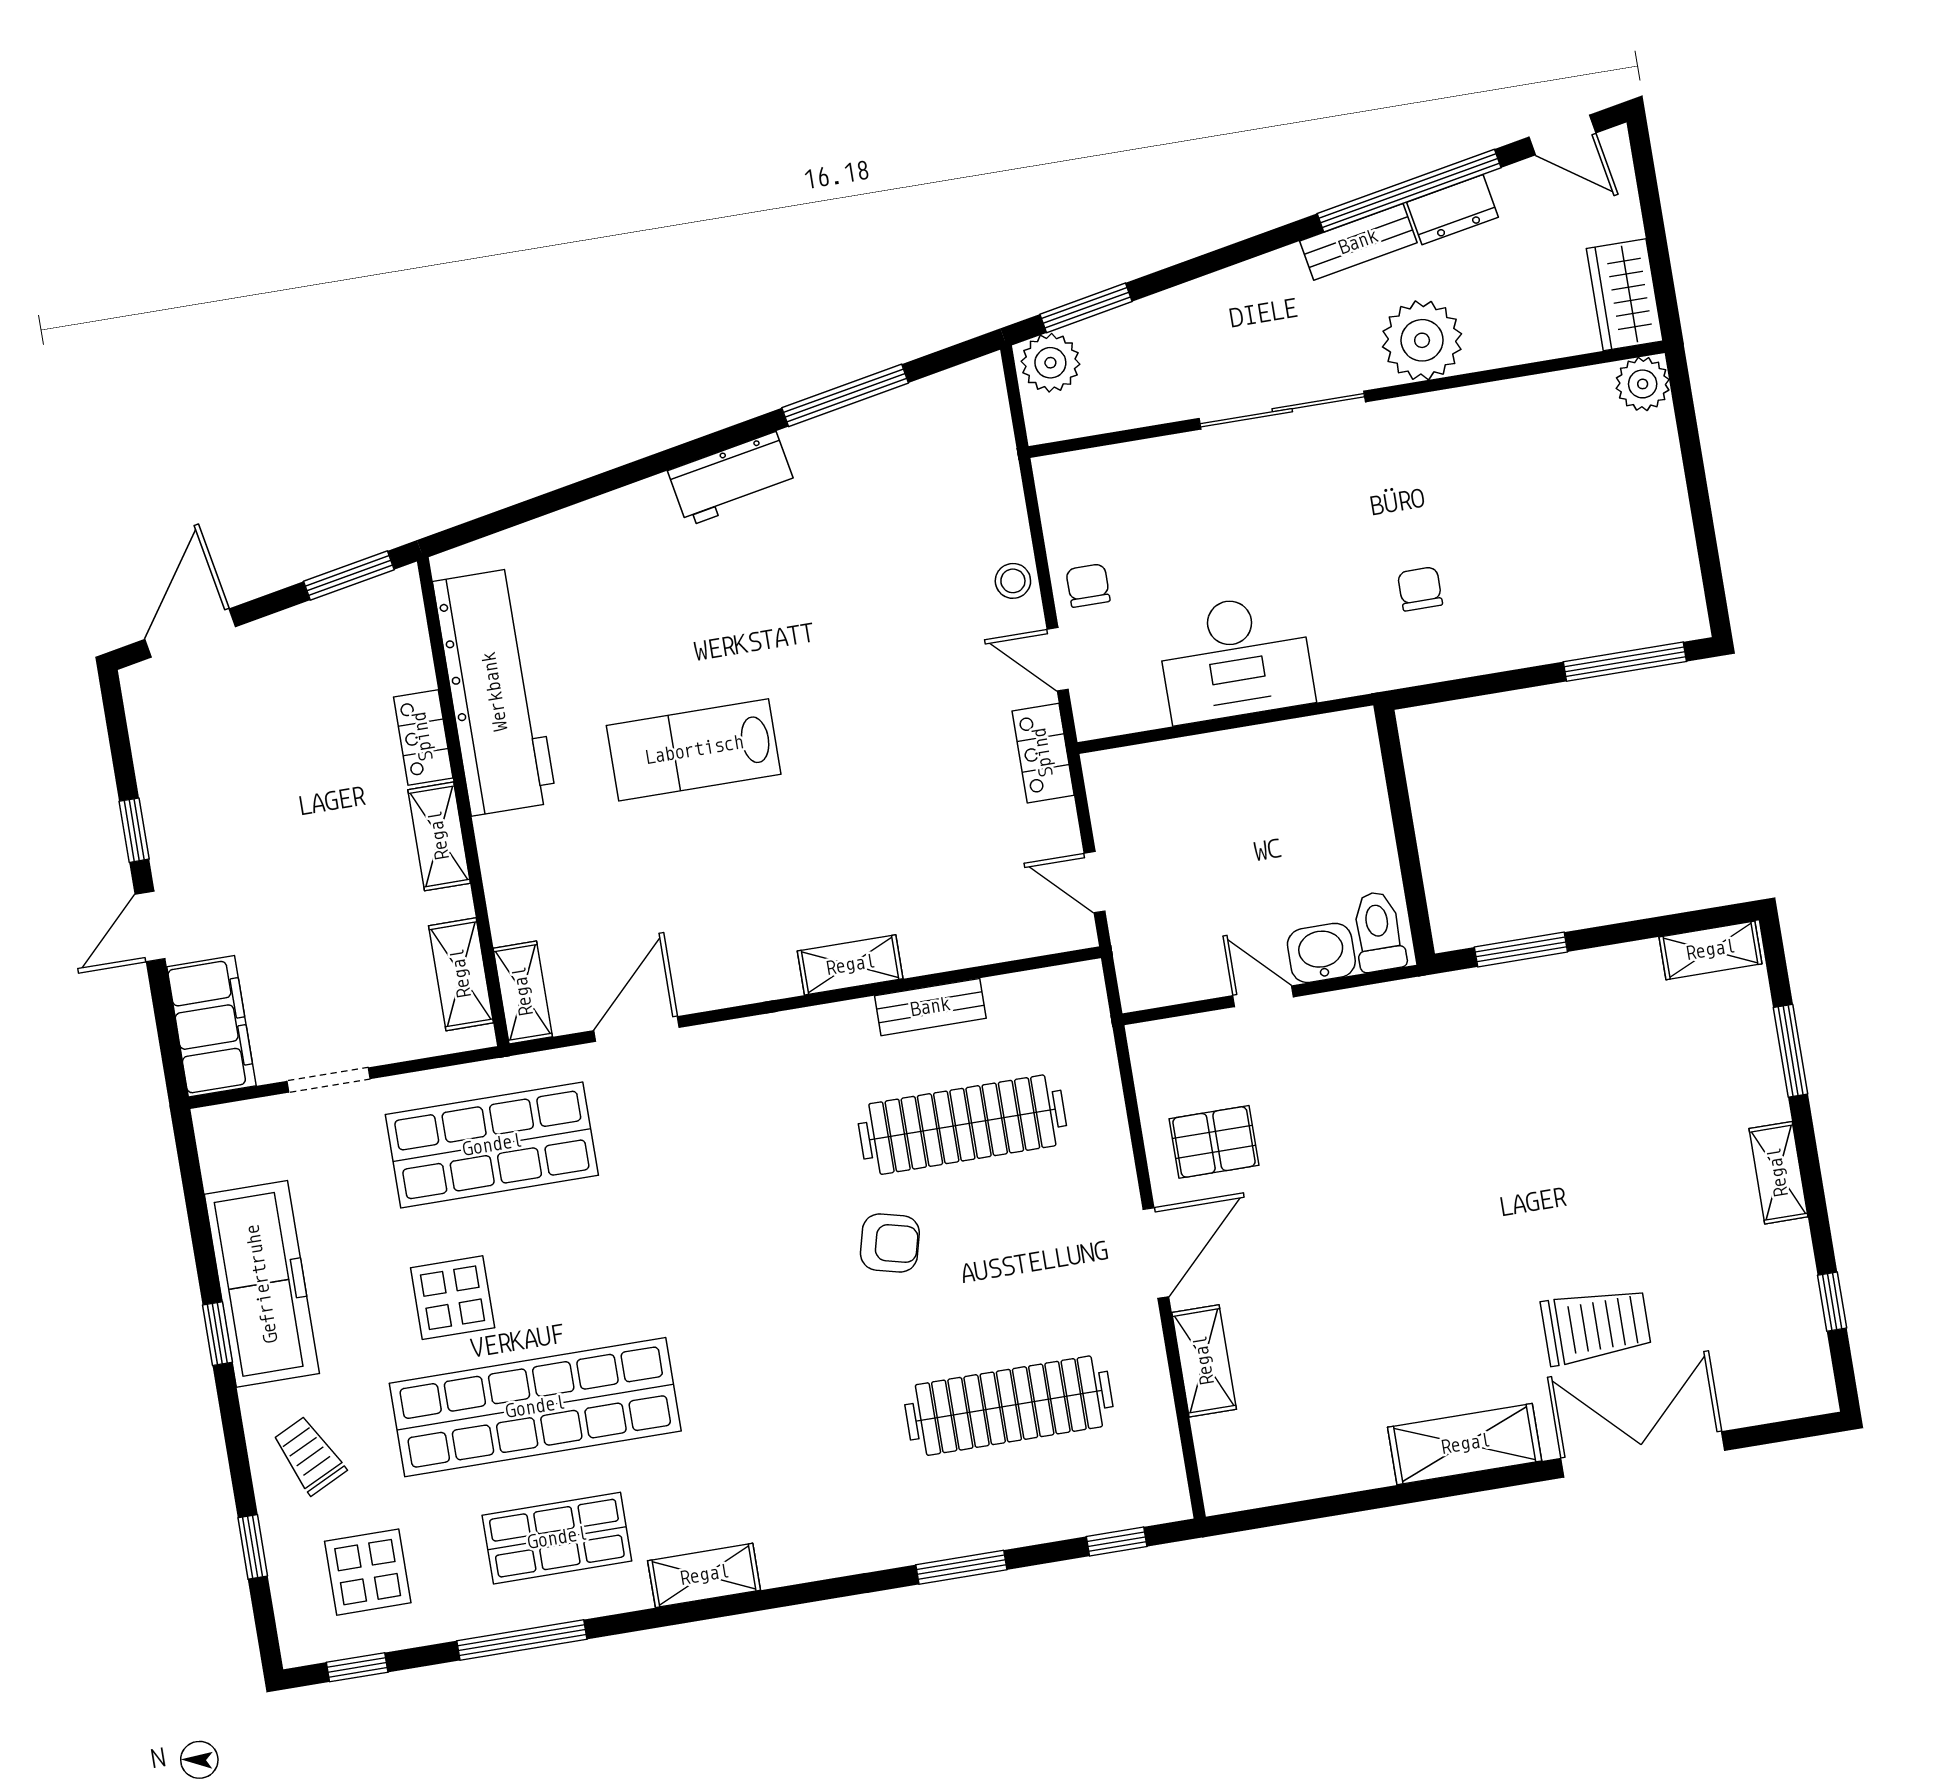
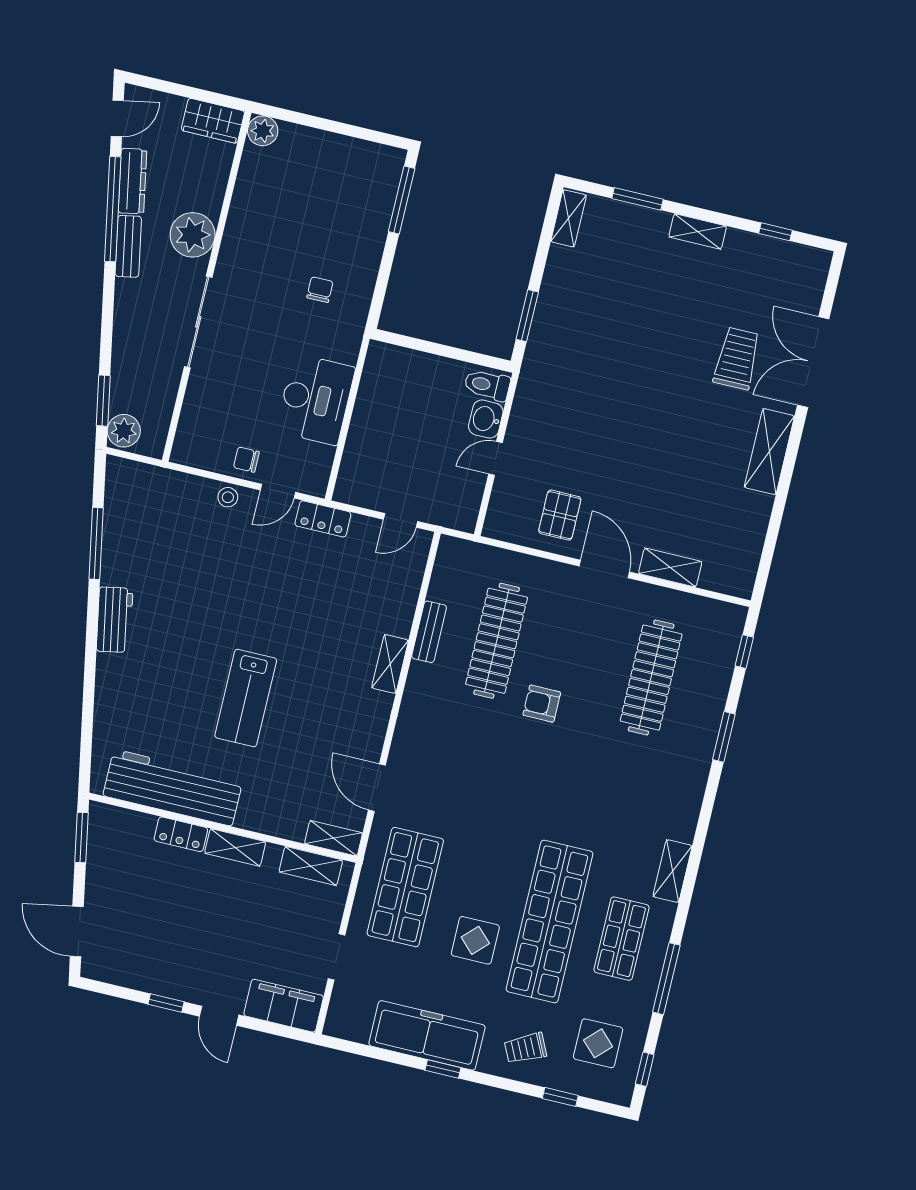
dresser: (1452, 210) -> (132, 181), width x1.44
chair: (1420, 589) -> (320, 290), turned 90
armchair: (890, 1243) -> (542, 704), turned -104

